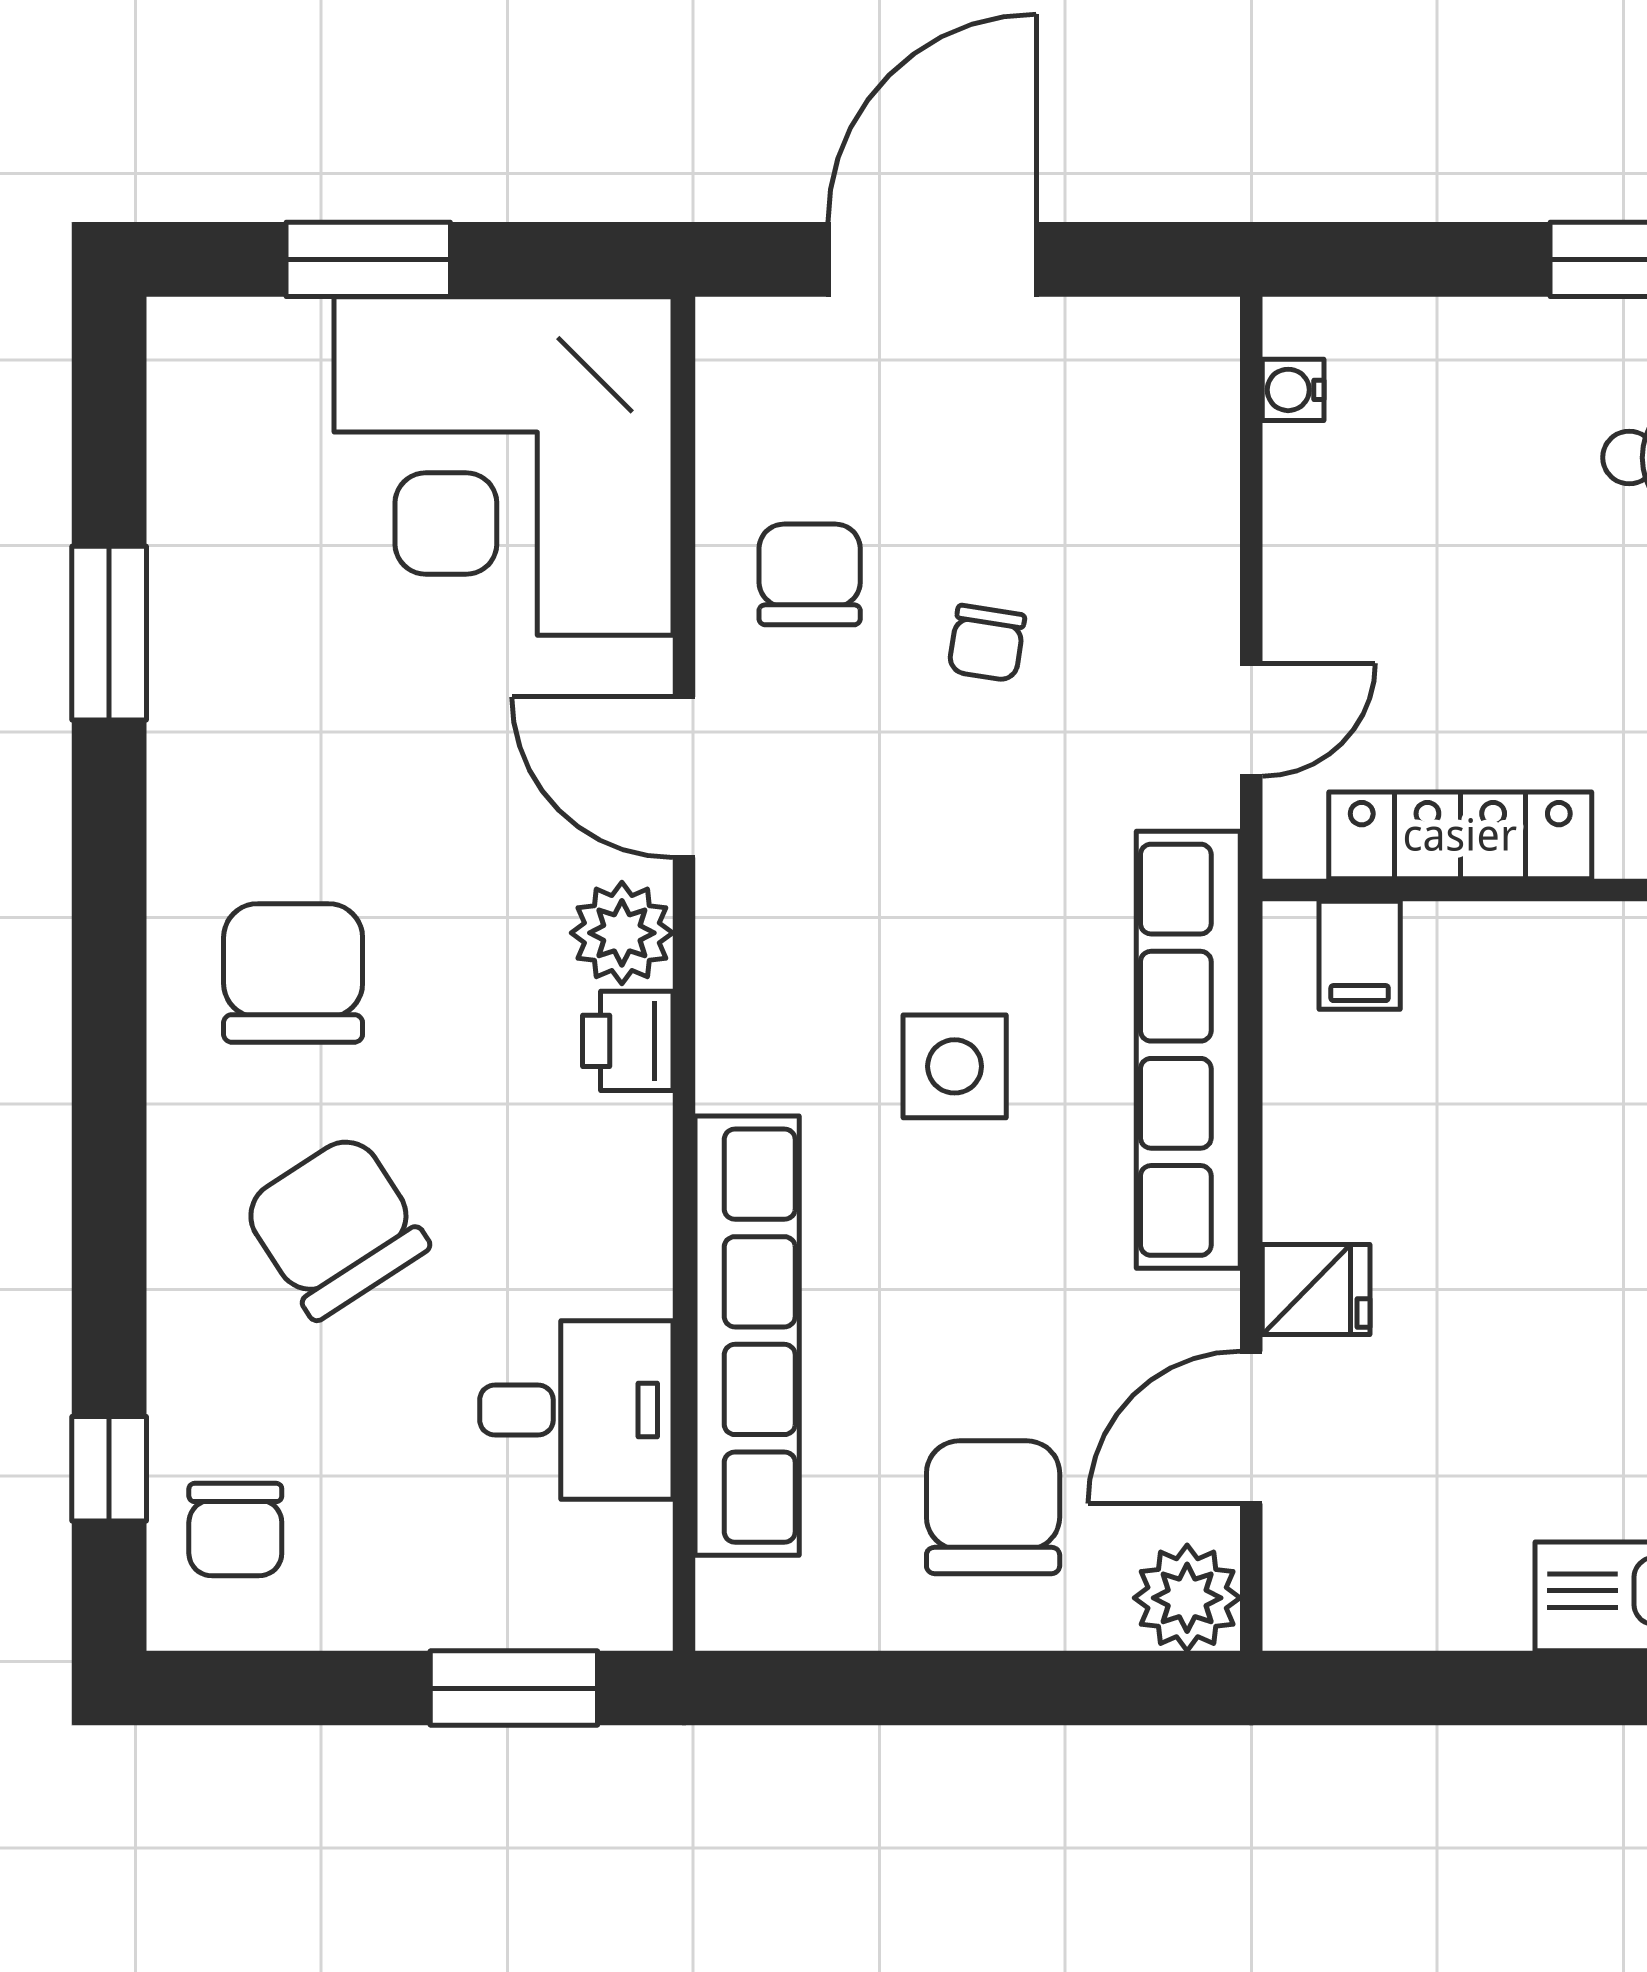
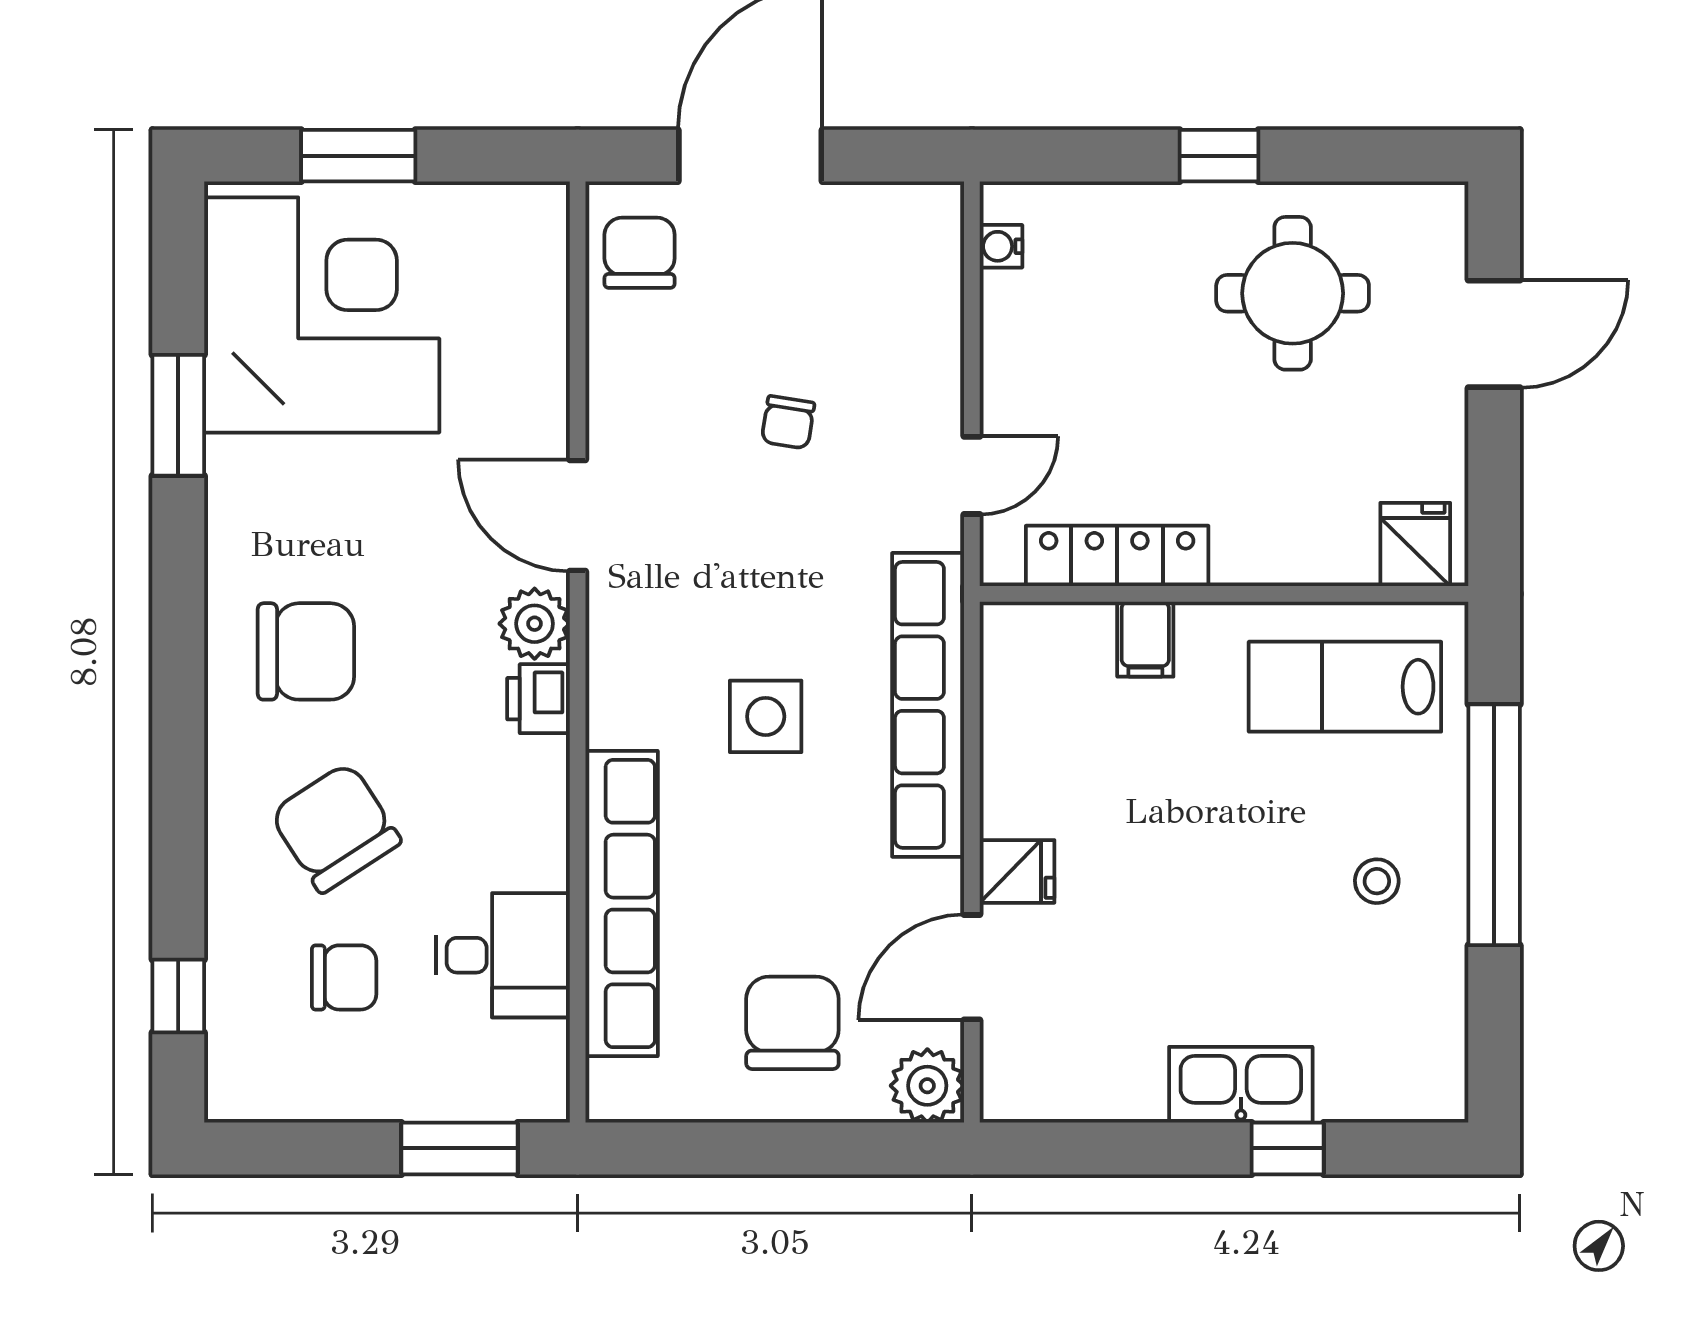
corner desk: (503, 466) -> (322, 315), moved, turned 180
chair: (810, 574) -> (640, 253), moved
filing cabinet: (1360, 955) -> (1145, 639), moved
chair: (293, 973) -> (306, 651), turned 90
chair: (235, 1530) -> (344, 977), moved, turned -90

